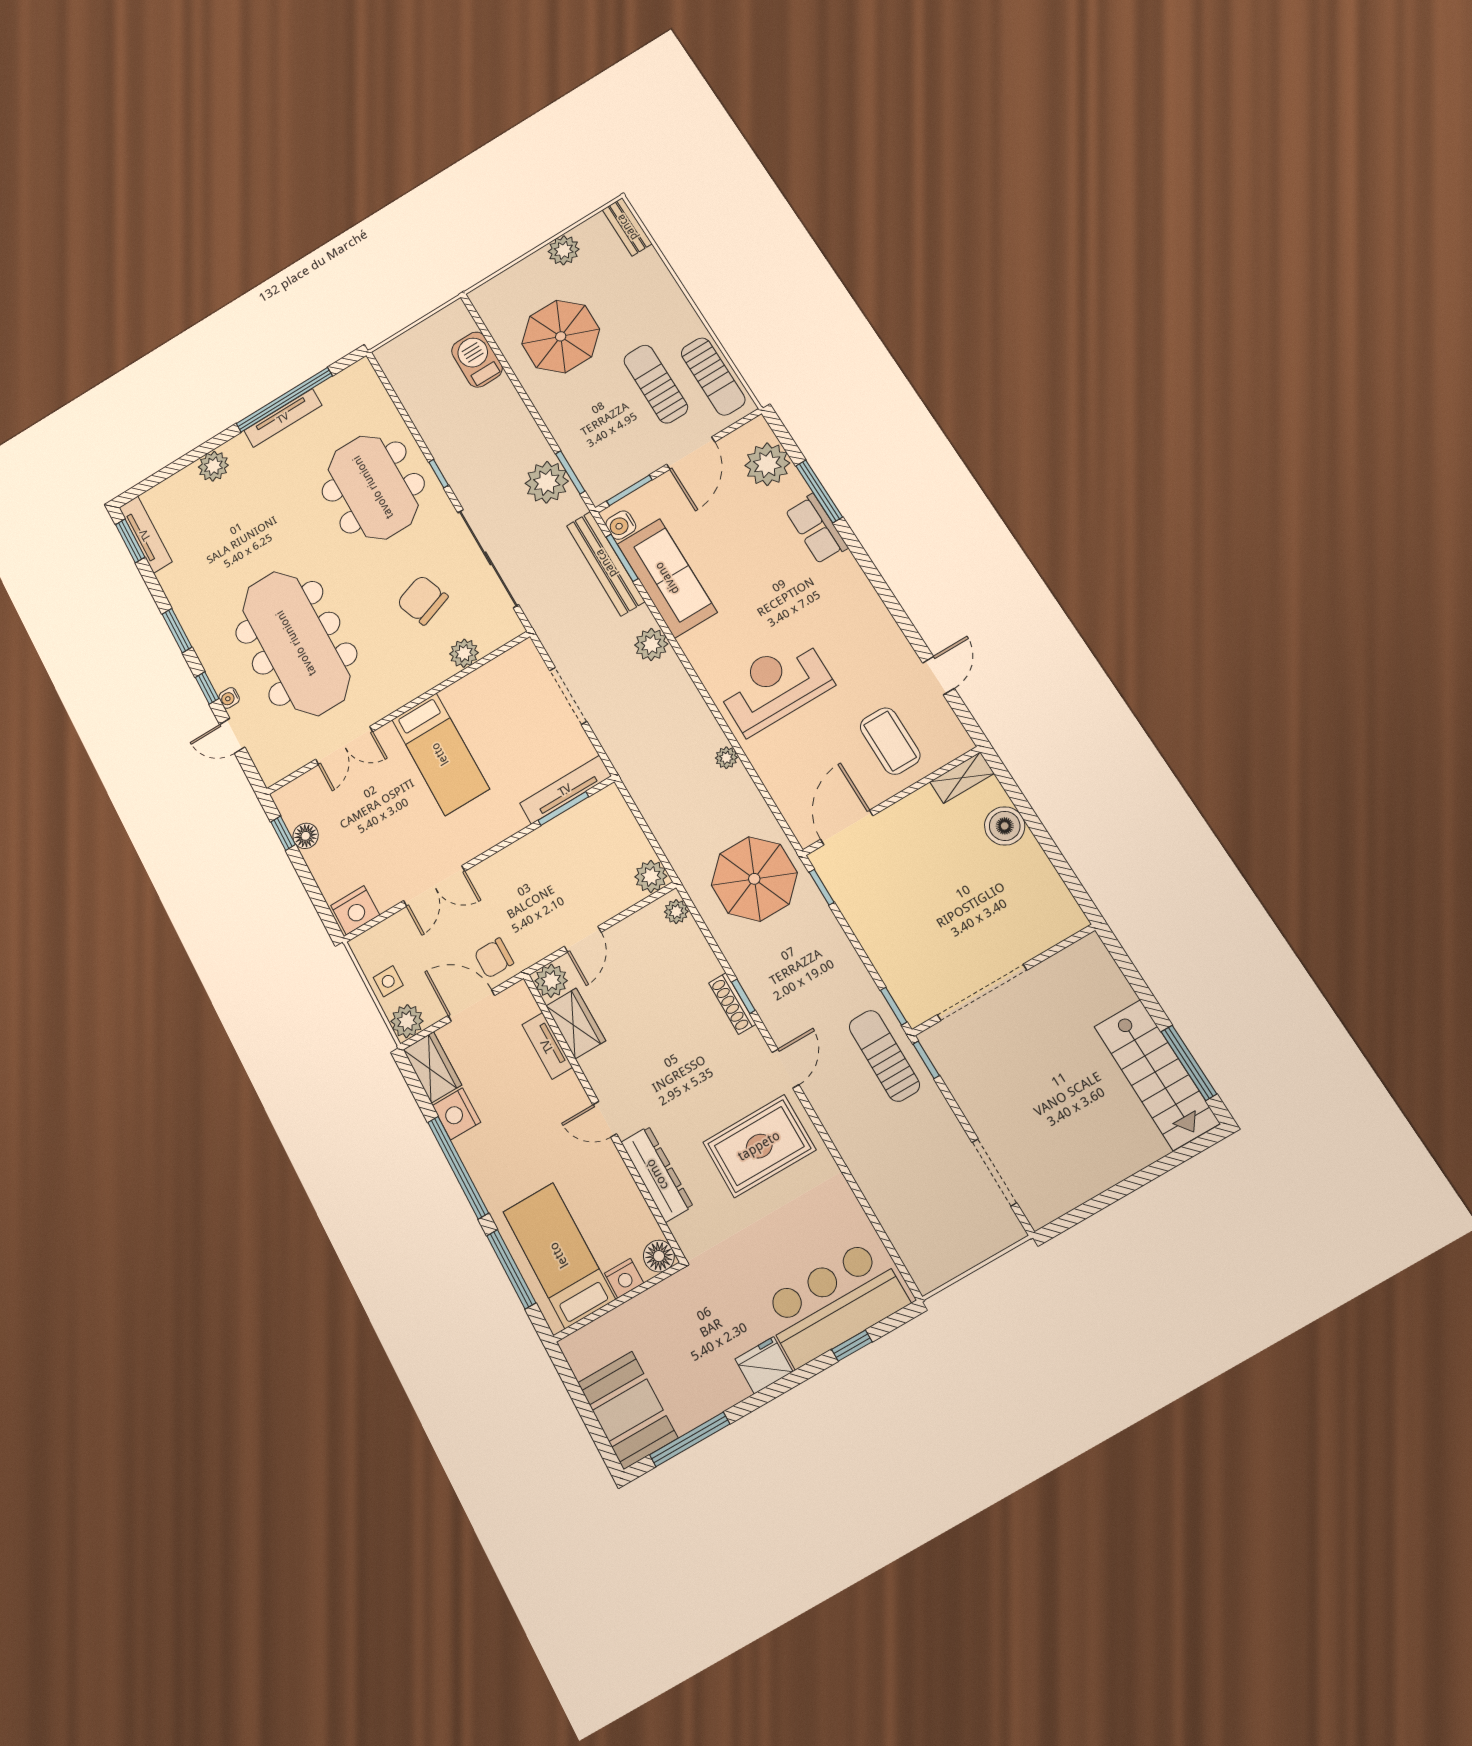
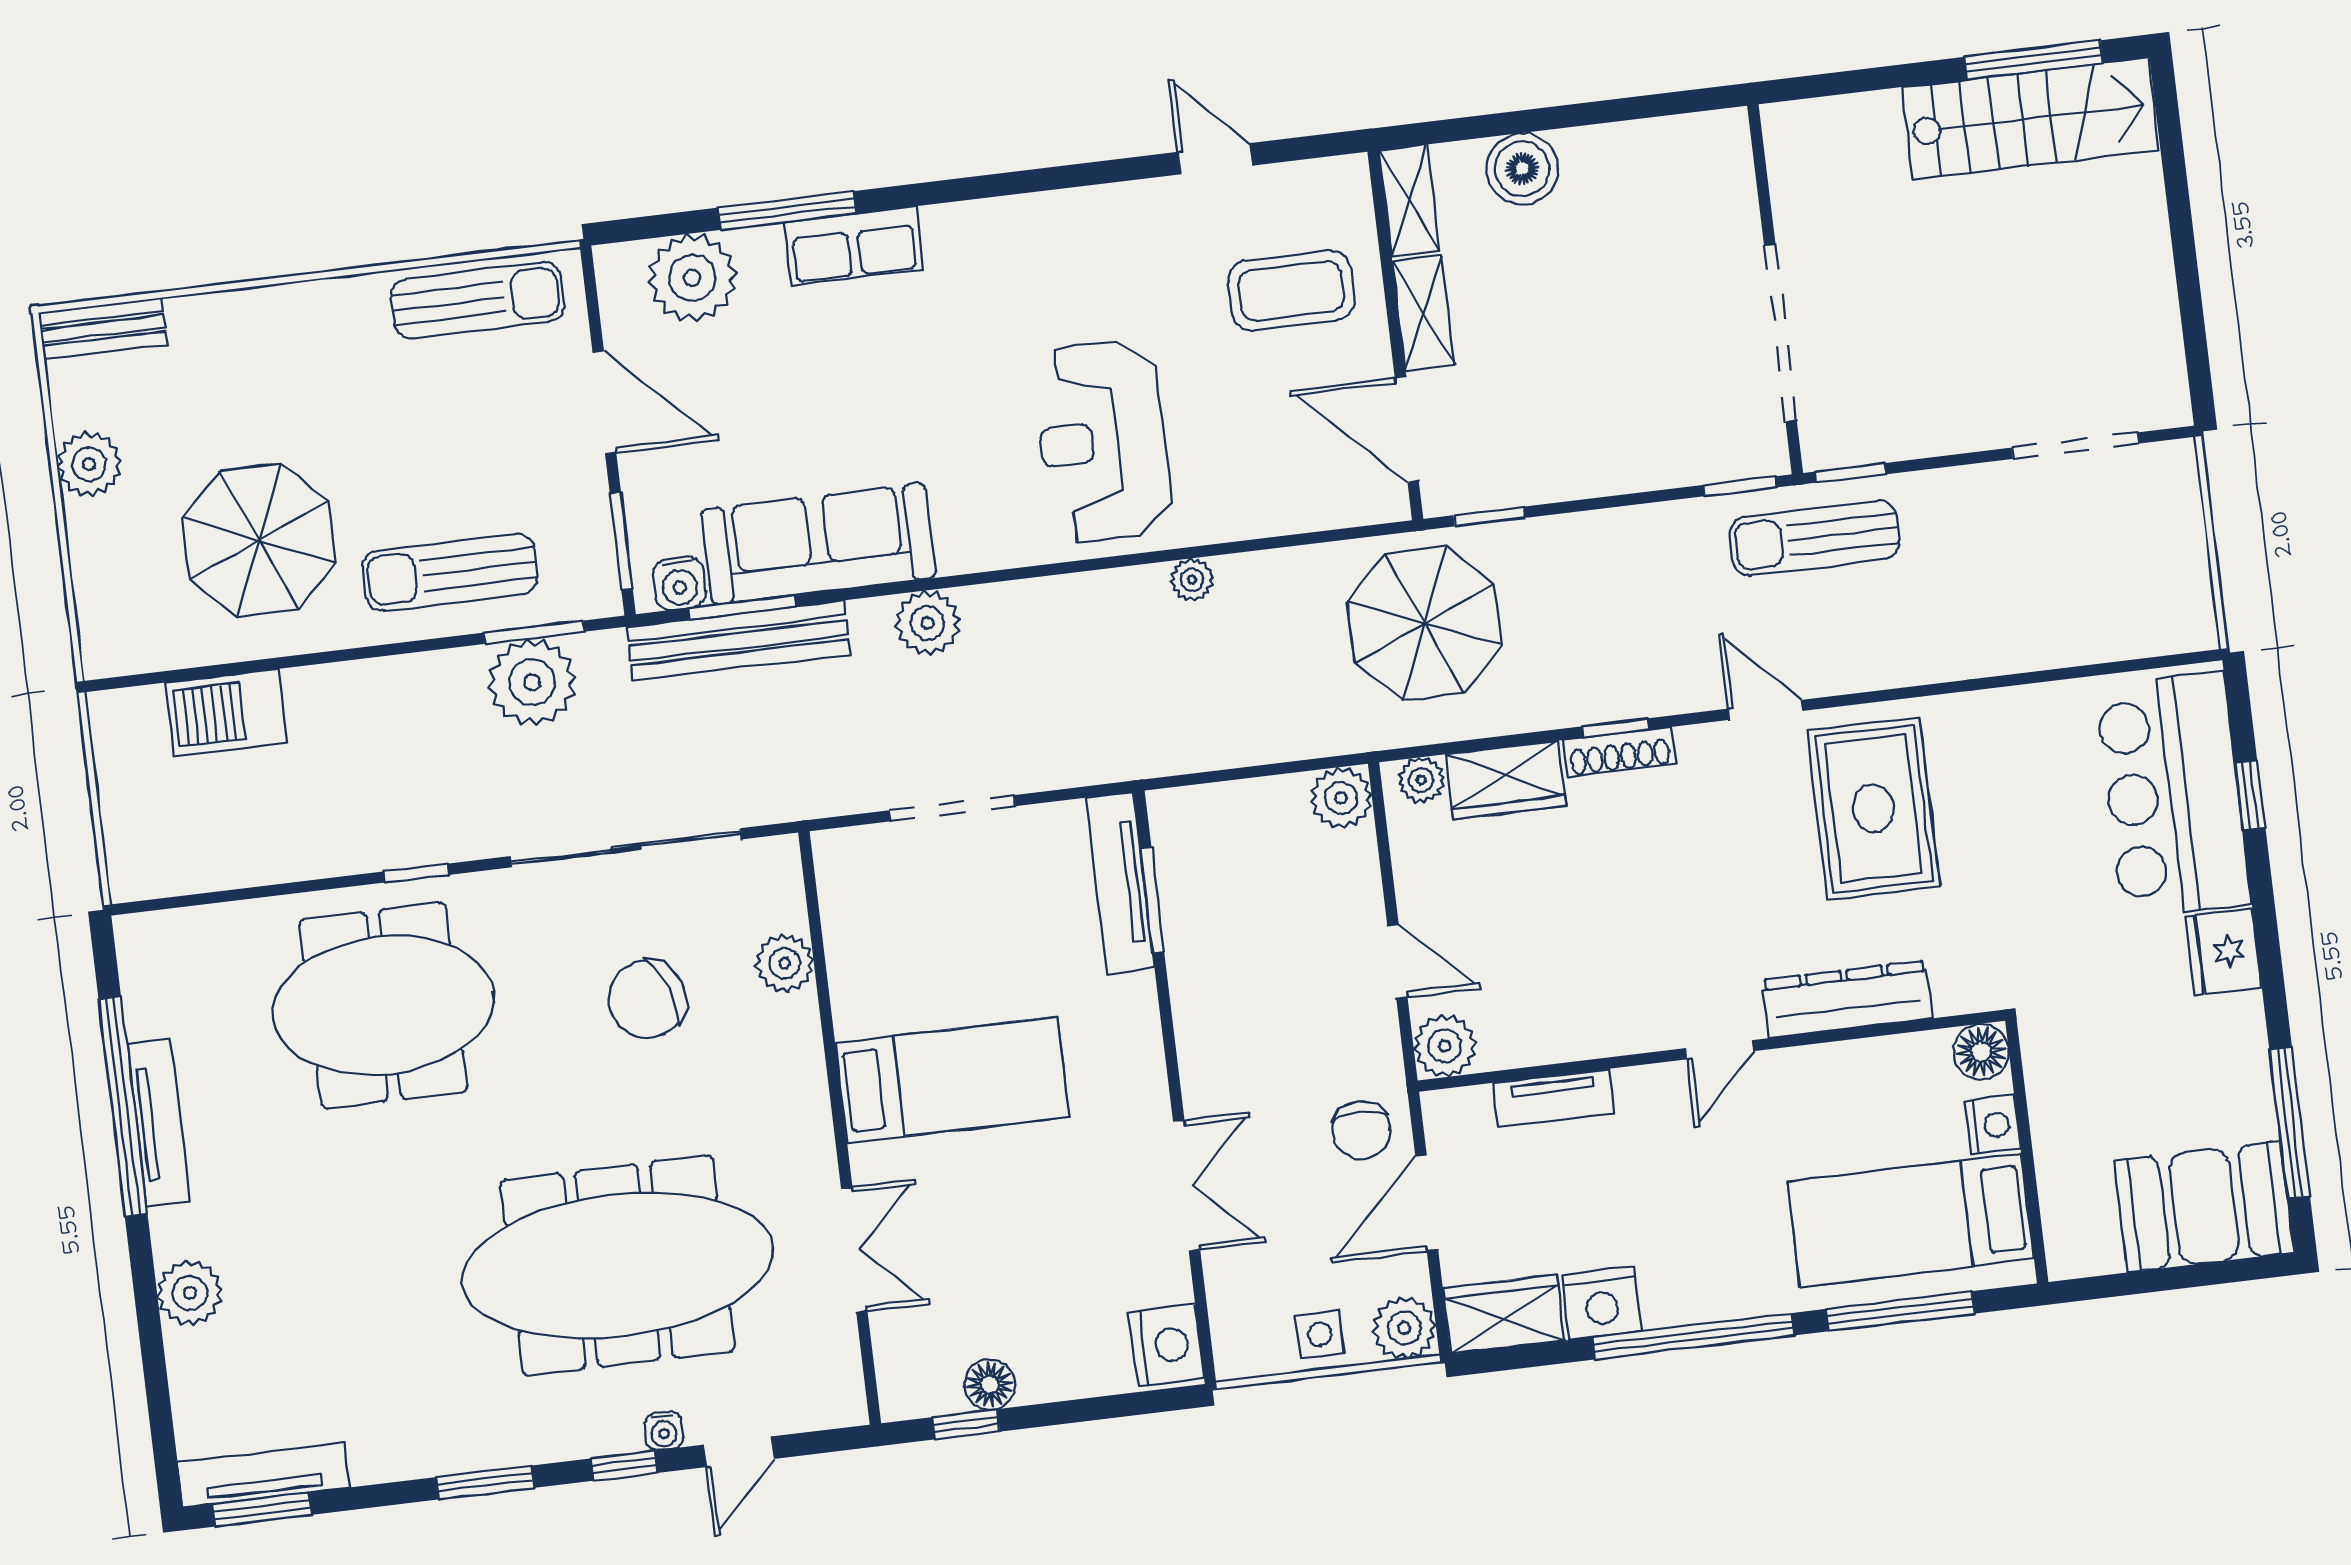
sun lounger: (656, 384) -> (450, 572), moved
shelving: (909, 810) -> (1423, 313), added
wardrobe: (576, 1023) -> (1506, 780), moved, turned 180

